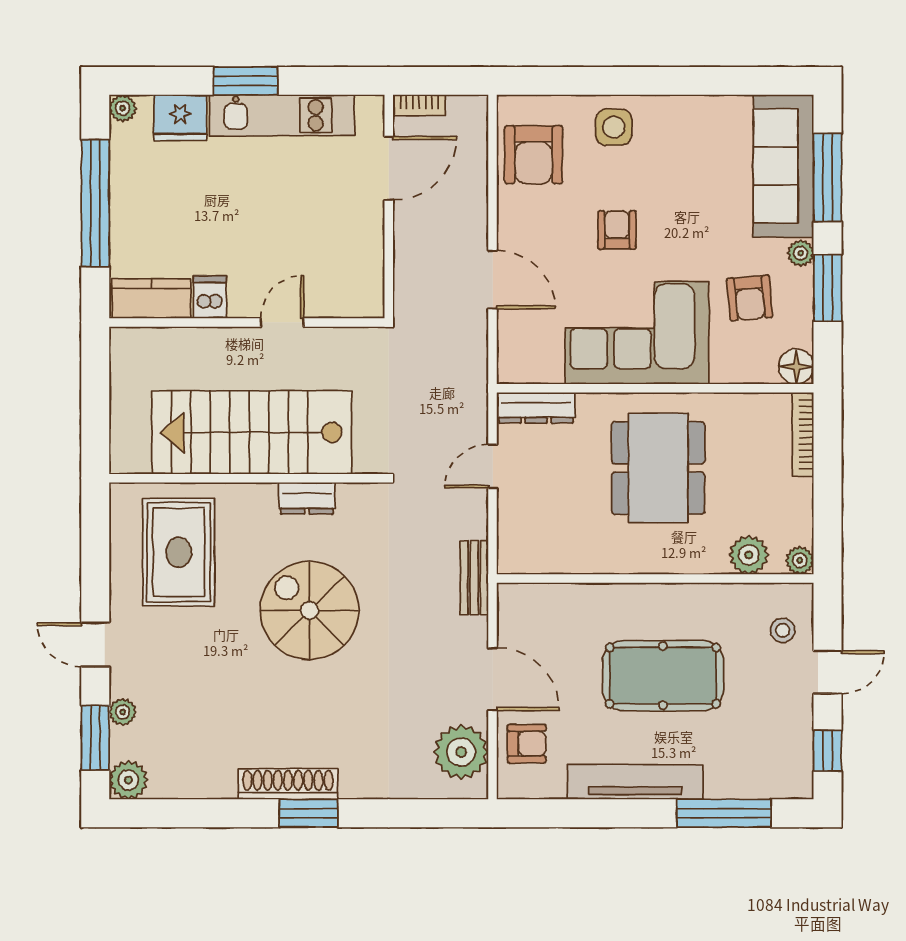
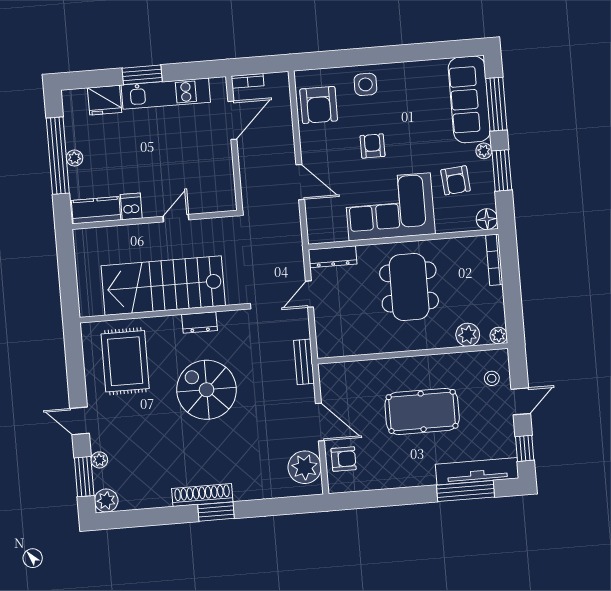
plant: (123, 108) -> (75, 158), moved
tv unit: (635, 782) -> (477, 471), moved

